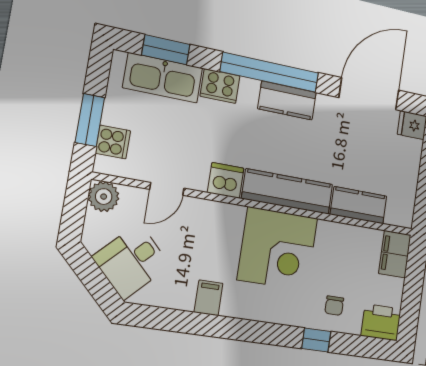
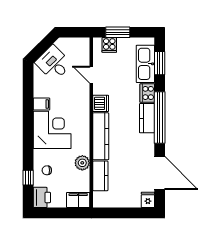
kitchen counter: (287, 101) -> (147, 118), moved
plant: (104, 197) -> (82, 163), moved
corner desk: (277, 249) -> (52, 130), moved, turned 180
window: (316, 340) -> (28, 178), moved

